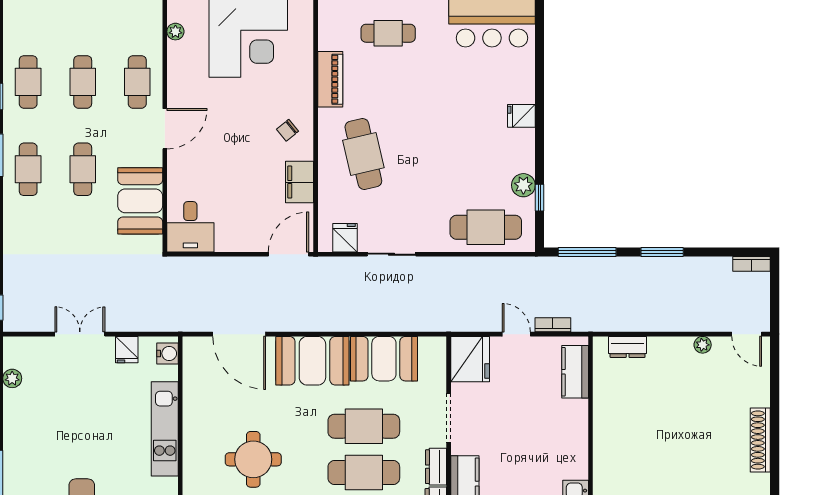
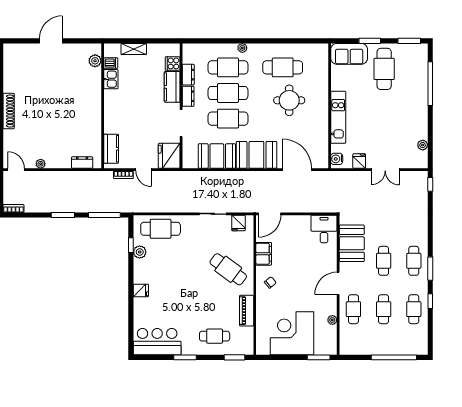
plant: (175, 32) -> (332, 320), moved
cafe table: (363, 154) -> (228, 269), turned -40

